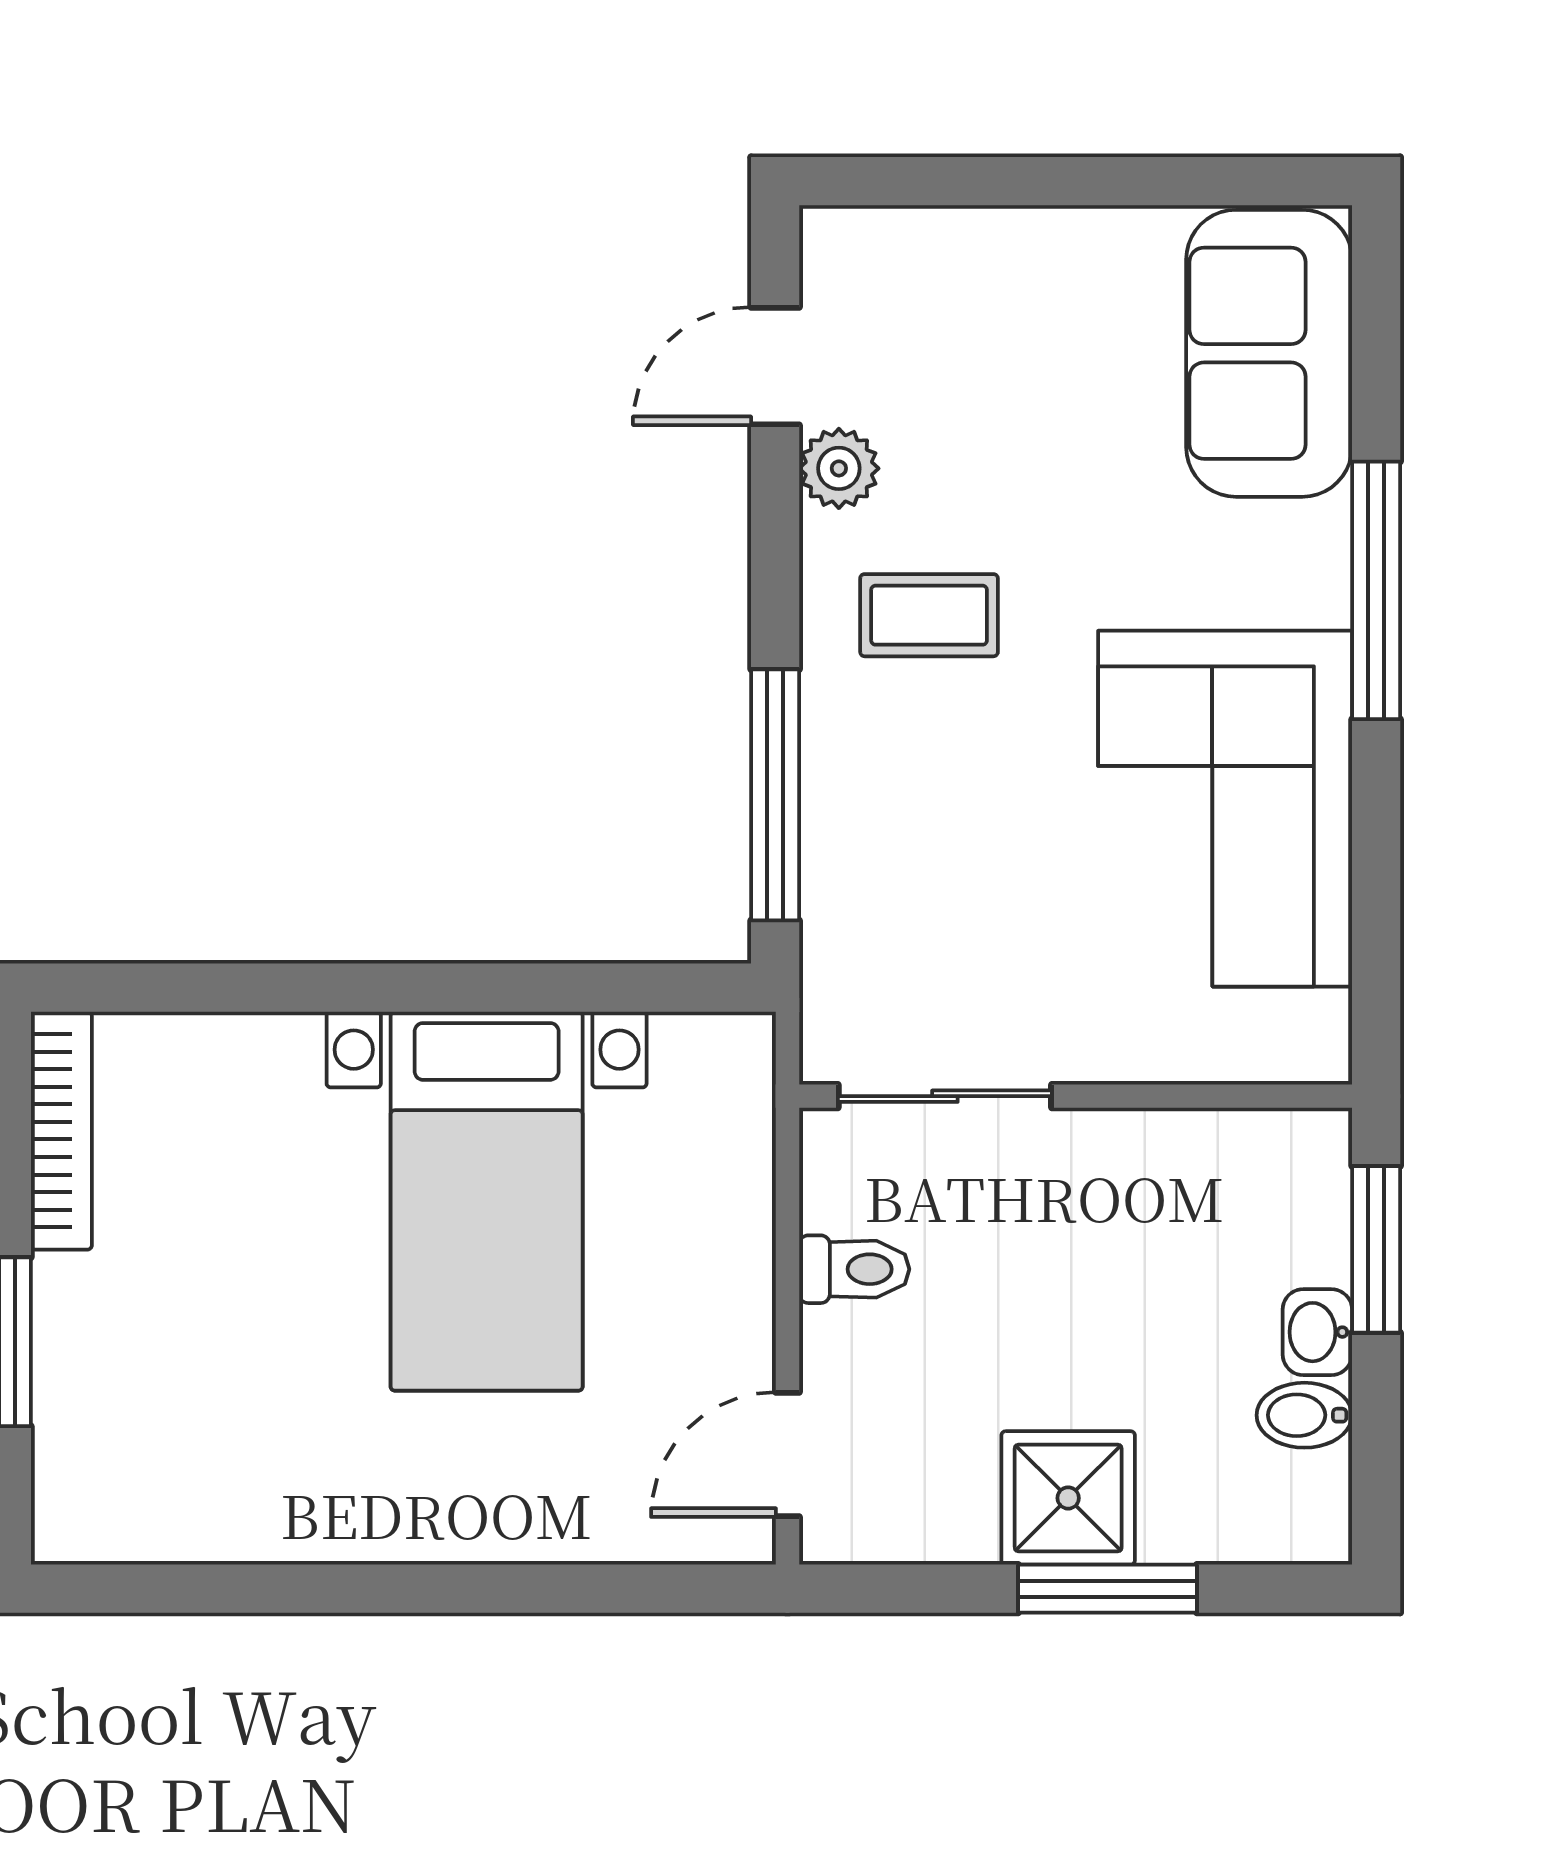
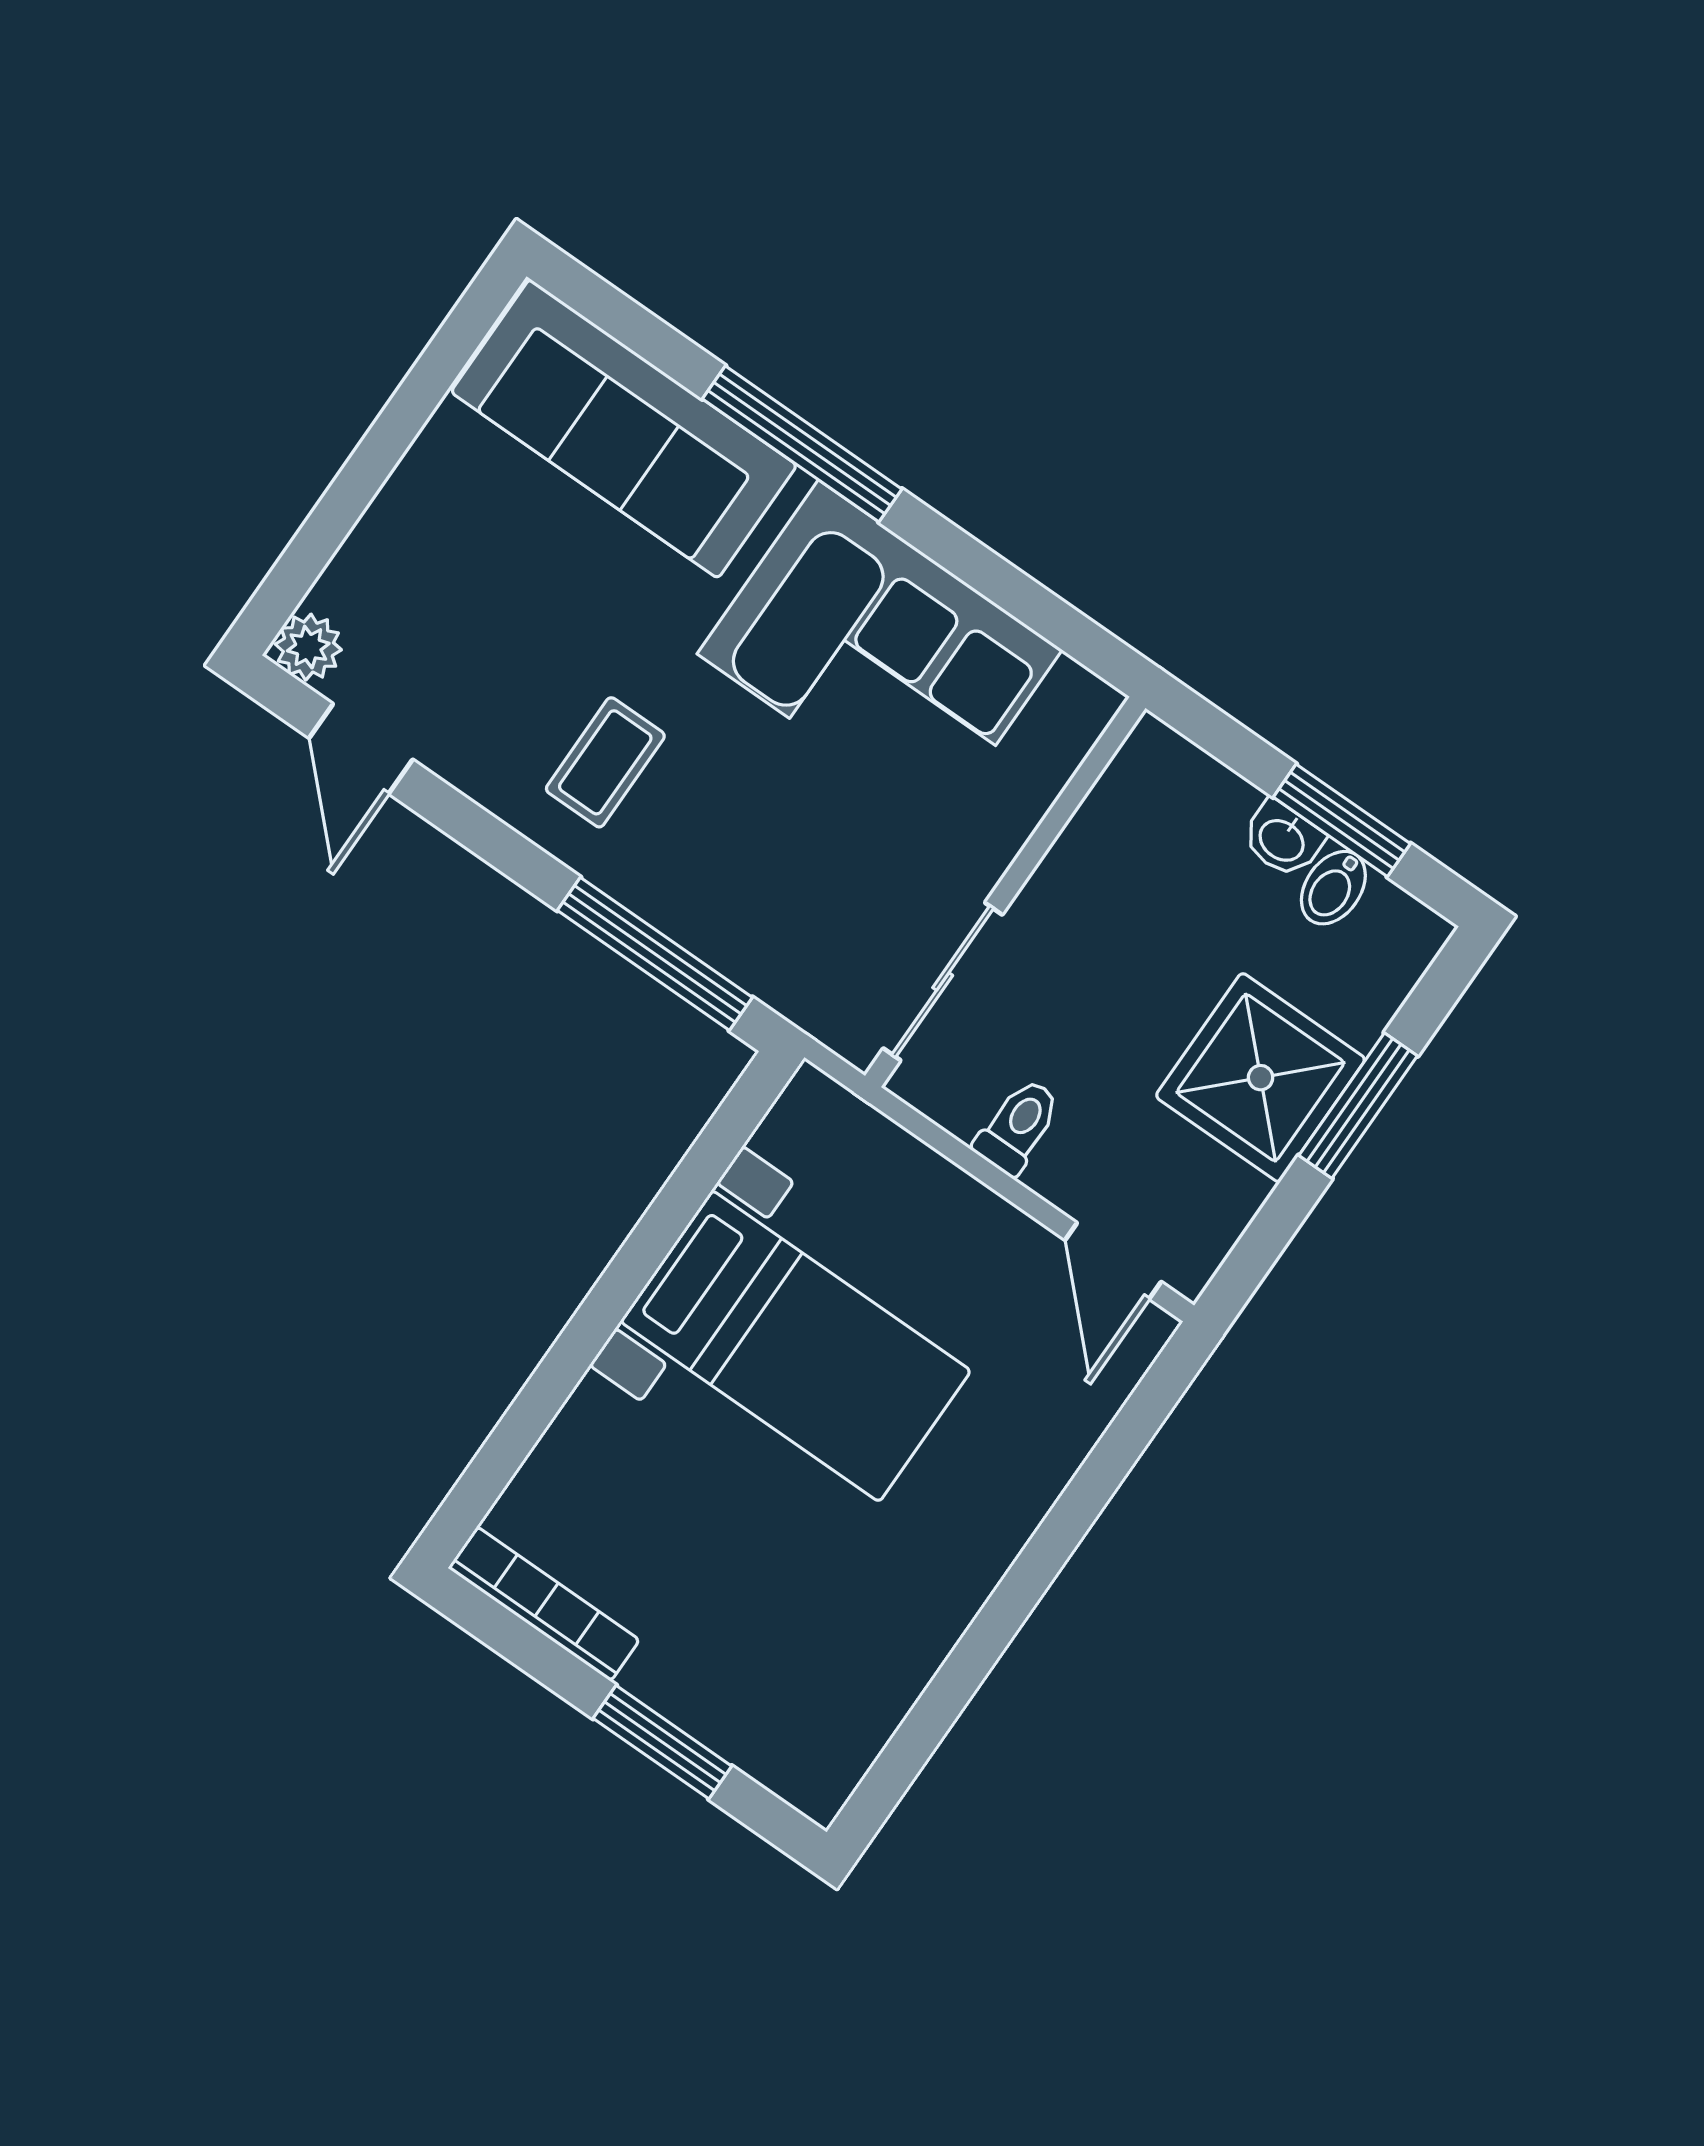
sofa: (1269, 353) -> (624, 429), width x1.36
plant: (839, 468) -> (308, 647), moved
window: (1376, 1249) -> (1342, 820), moved
shower: (1068, 1498) -> (1261, 1078), width x1.36, depth x1.36

